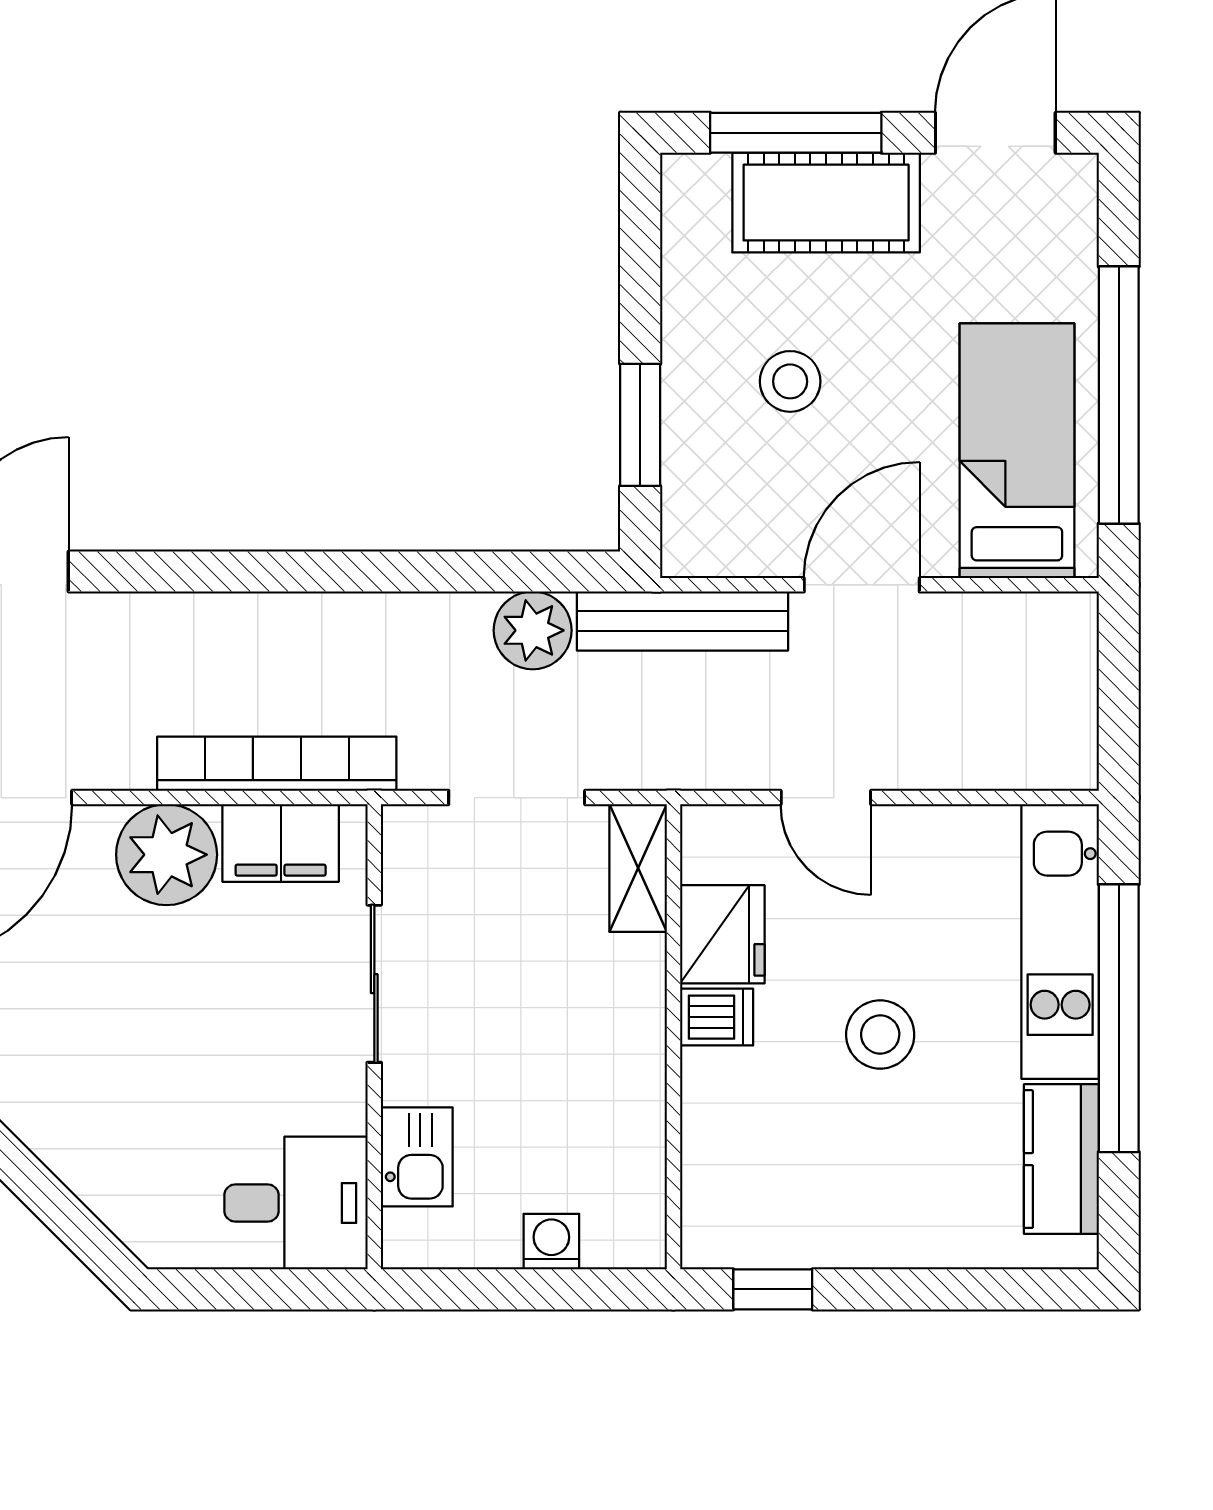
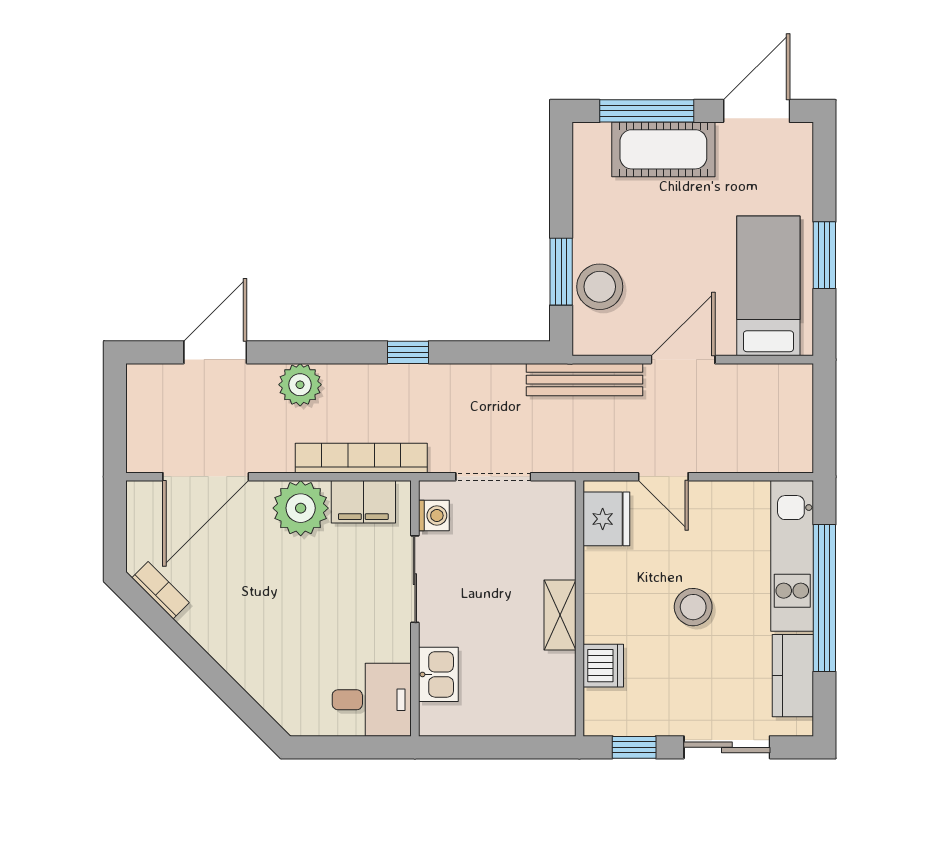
stool: (790, 381) -> (600, 287), moved, width x1.38, depth x1.38
window: (1119, 395) -> (824, 255), width x0.47
window: (362, 572) -> (408, 352), added
plant: (533, 630) -> (300, 385), moved
shelving: (638, 868) -> (560, 615), moved
fridge: (722, 934) -> (606, 519), moved
dishwasher: (717, 1017) -> (603, 666), moved, width x1.38
washing machine: (551, 1242) -> (434, 515), moved, turned 90
sliding door: (941, 1289) -> (727, 747), added

